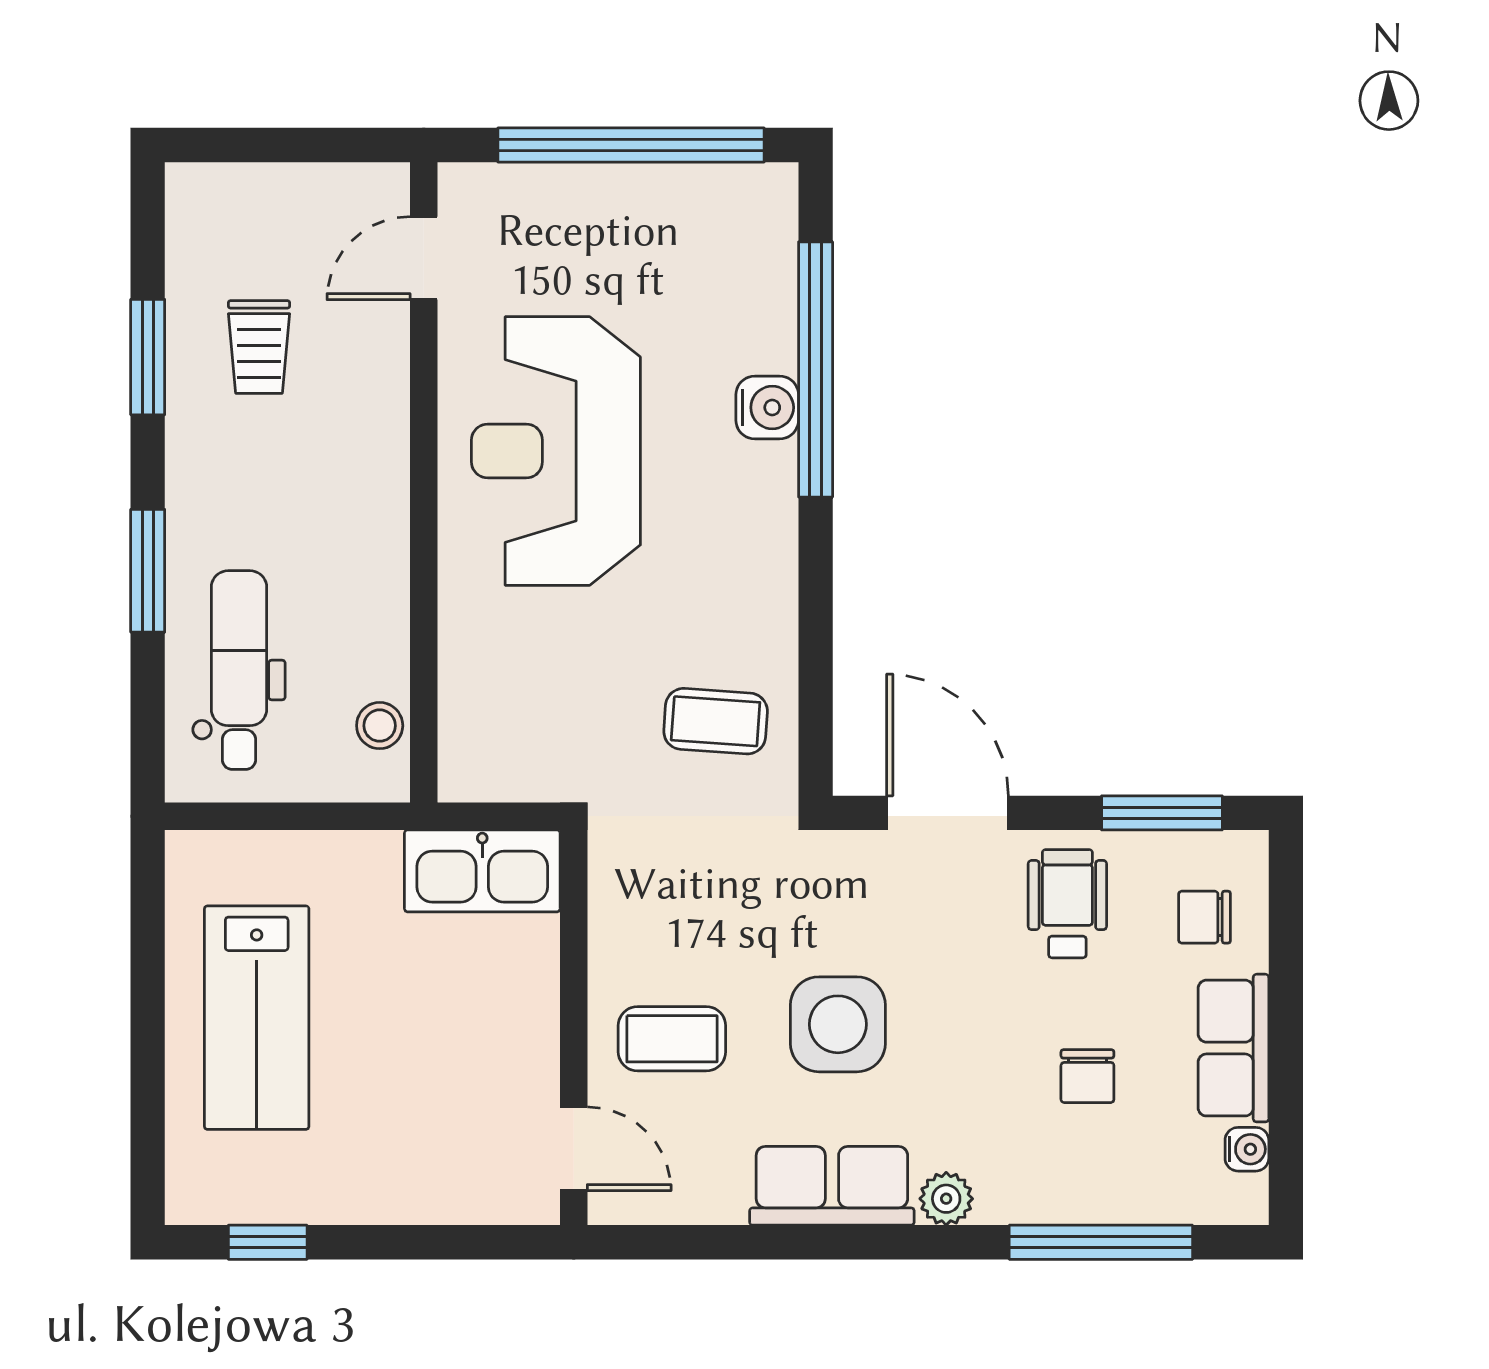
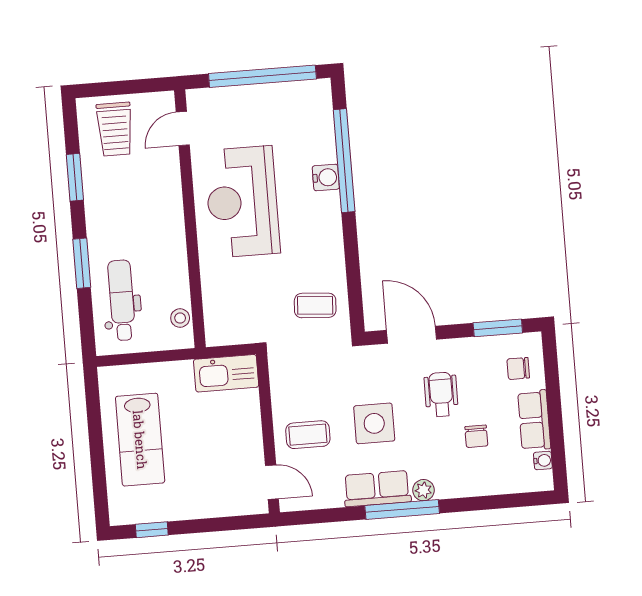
trolley: (259, 347) -> (115, 129), moved, width x1.36, depth x1.39
wheelchair: (1067, 904) -> (441, 394), moved
window: (1101, 1242) -> (402, 509), moved

